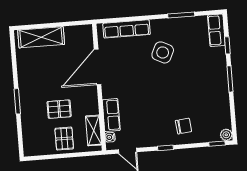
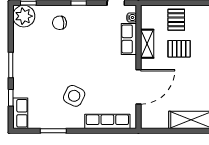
shelving: (94, 130) -> (147, 44), moved
plant: (226, 135) -> (24, 16), width x1.87, depth x1.87

